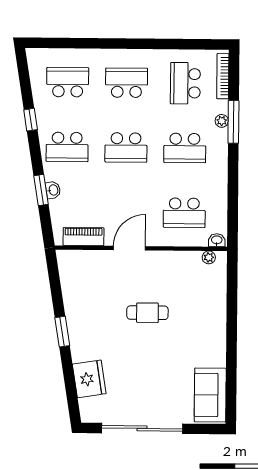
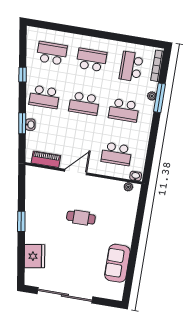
sofa: (210, 395) -> (117, 263), moved

